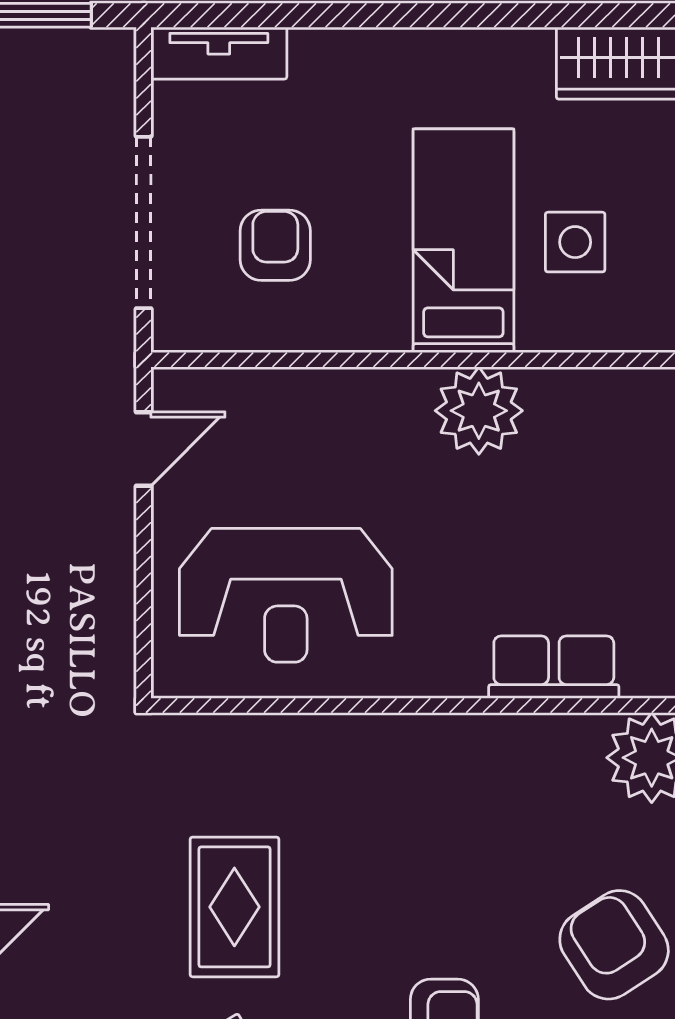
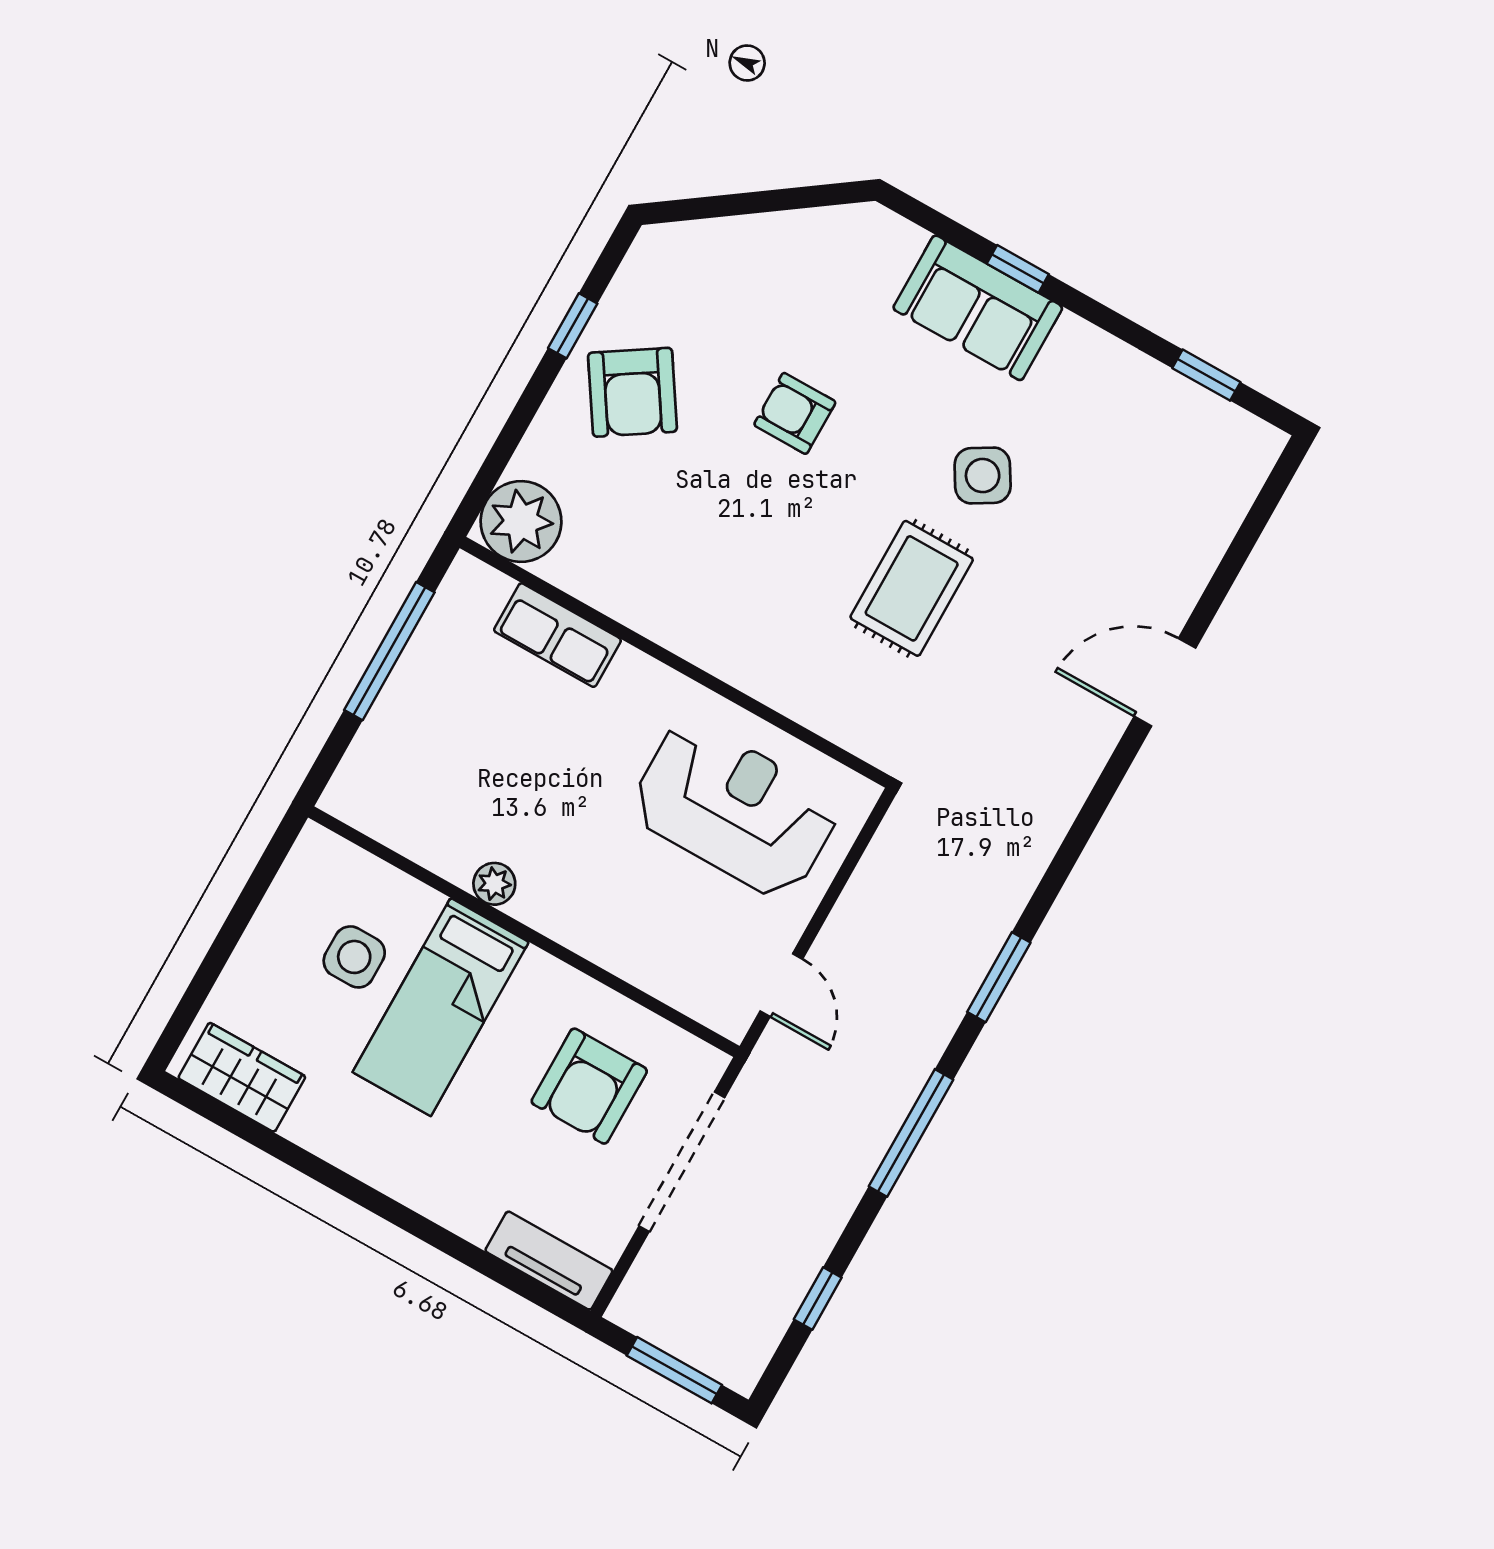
armchair: (275, 245) -> (589, 1086), width x1.38, depth x1.38
plant: (479, 411) -> (494, 884), width x0.53, depth x0.53
door: (144, 449) -> (781, 985), swing flipped

